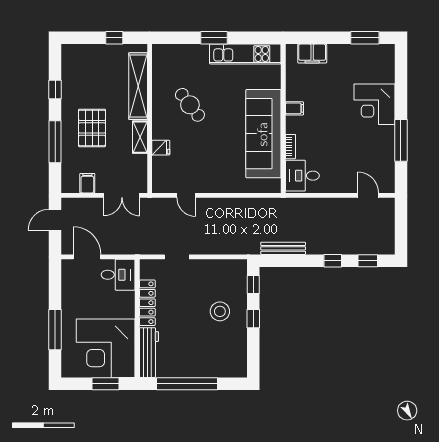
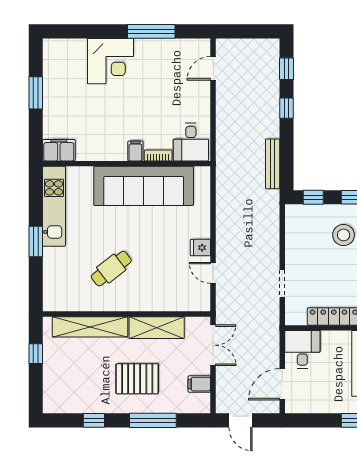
window: (365, 38) -> (36, 93), moved
filing cabinet: (312, 54) -> (59, 150), moved, turned -90
filing cabinet: (295, 108) -> (135, 151), moved
shelving: (140, 137) -> (157, 328), width x1.50, depth x1.33
fridge: (161, 148) -> (200, 248), moved, turned -90
door: (186, 195) -> (213, 273), swing flipped

